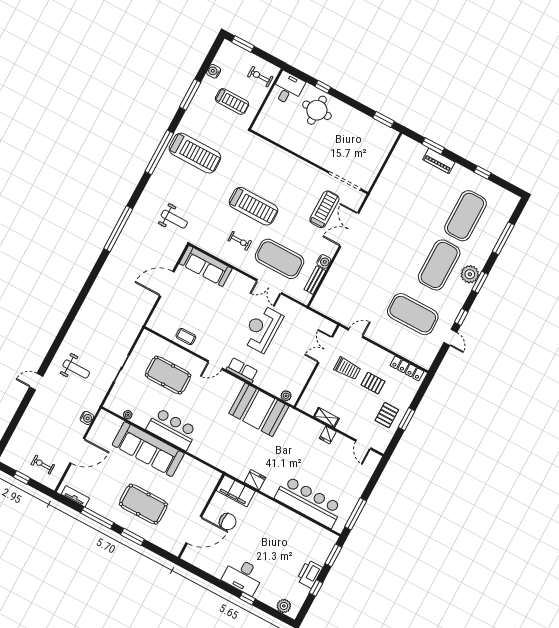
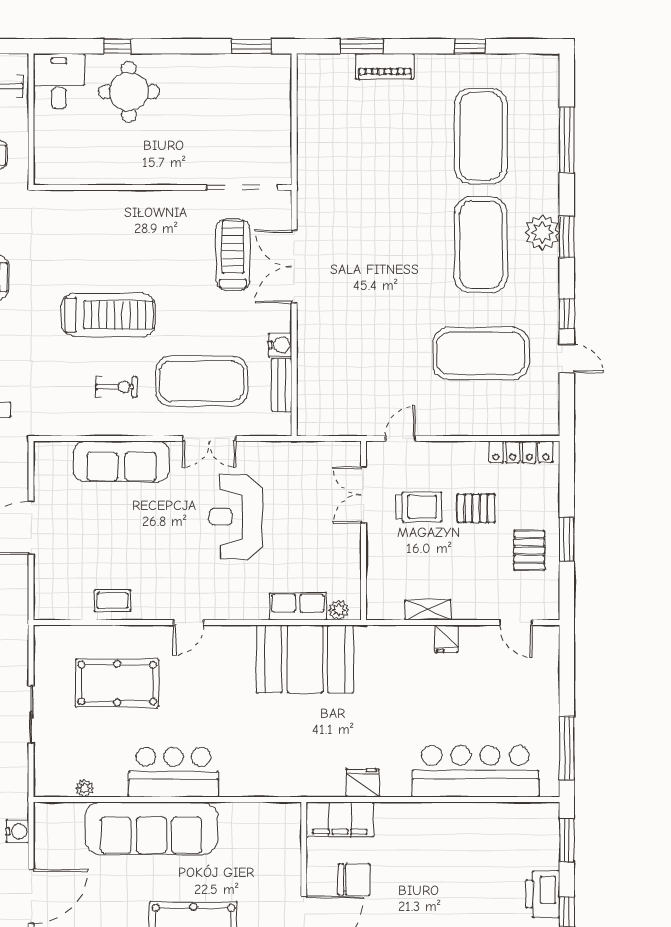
sofa: (206, 266) -> (121, 461), moved
row of seats: (242, 370) -> (298, 607), moved

